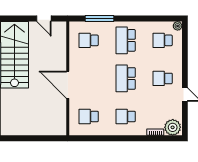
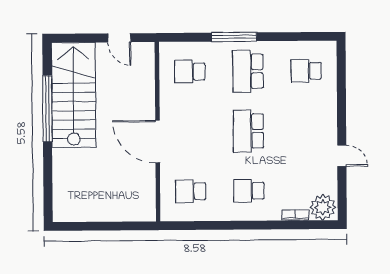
window: (99, 19) -> (234, 37), moved
plant: (178, 26) -> (329, 48), removed
school desk: (163, 78) -> (306, 131), removed

